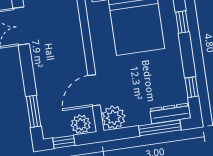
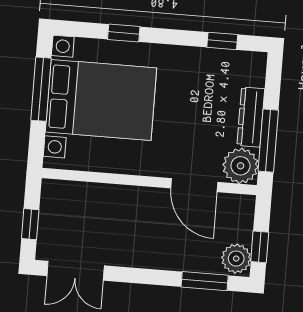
dresser: (170, 113) -> (251, 117), moved
plant: (81, 124) -> (236, 259), moved
window: (160, 128) -> (268, 141), moved

